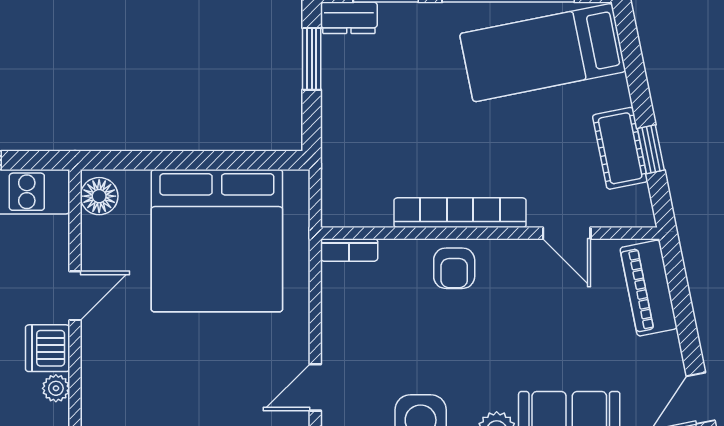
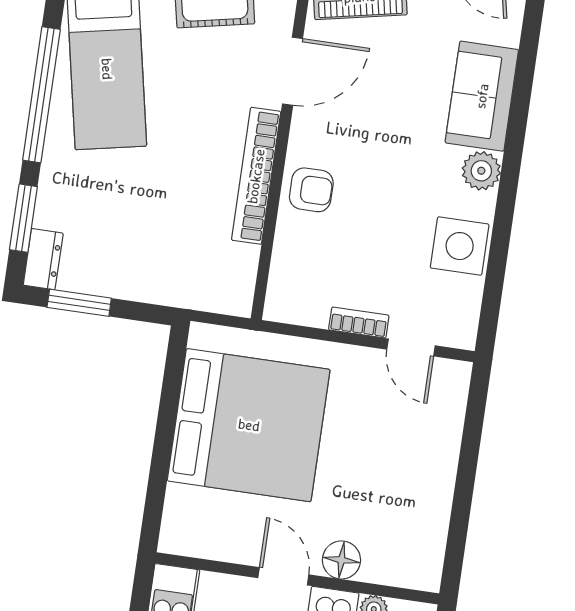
floor lamp: (99, 196) -> (341, 560), moved
door: (567, 233) -> (292, 71), width x1.38
bookcase: (349, 250) -> (359, 322), moved, turned -90

